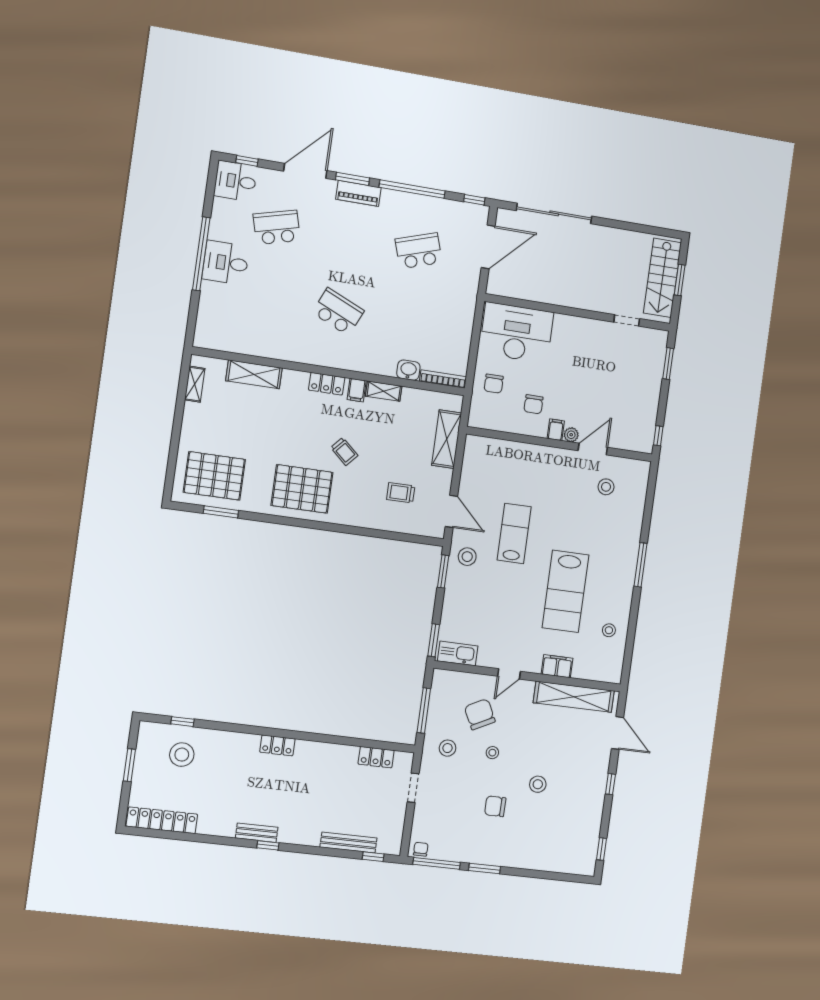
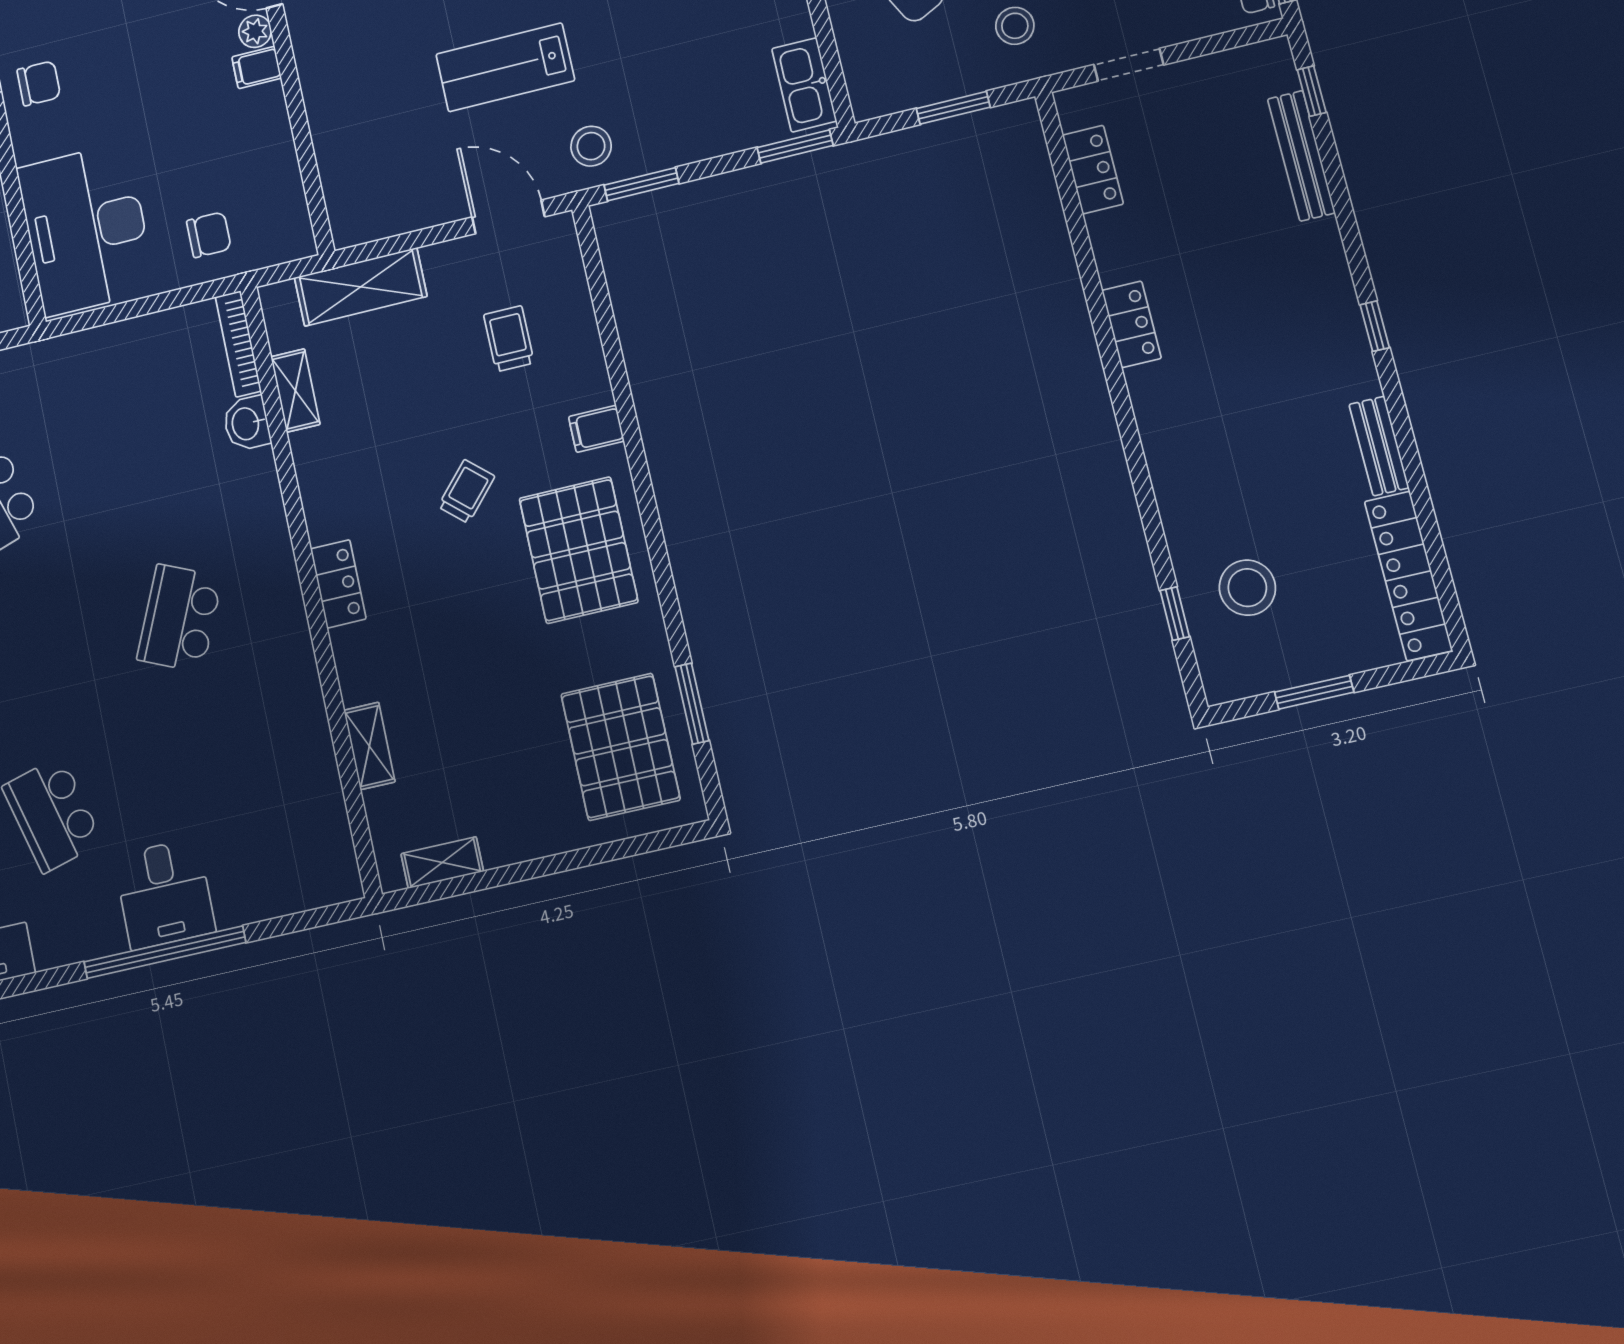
shelving: (254, 374) -> (369, 746), width x0.67, depth x0.75
filing cabinet: (357, 390) -> (596, 429), moved, turned 180
shelving: (384, 391) -> (295, 391), moved
chair: (533, 404) -> (39, 83), moved
trolley: (401, 493) -> (509, 339), turned 180
door: (451, 511) -> (508, 217), hinge flipped
window: (424, 710) -> (953, 108), width x0.69
locker: (277, 745) -> (1132, 324), moved
bench: (257, 833) -> (1379, 446), moved

